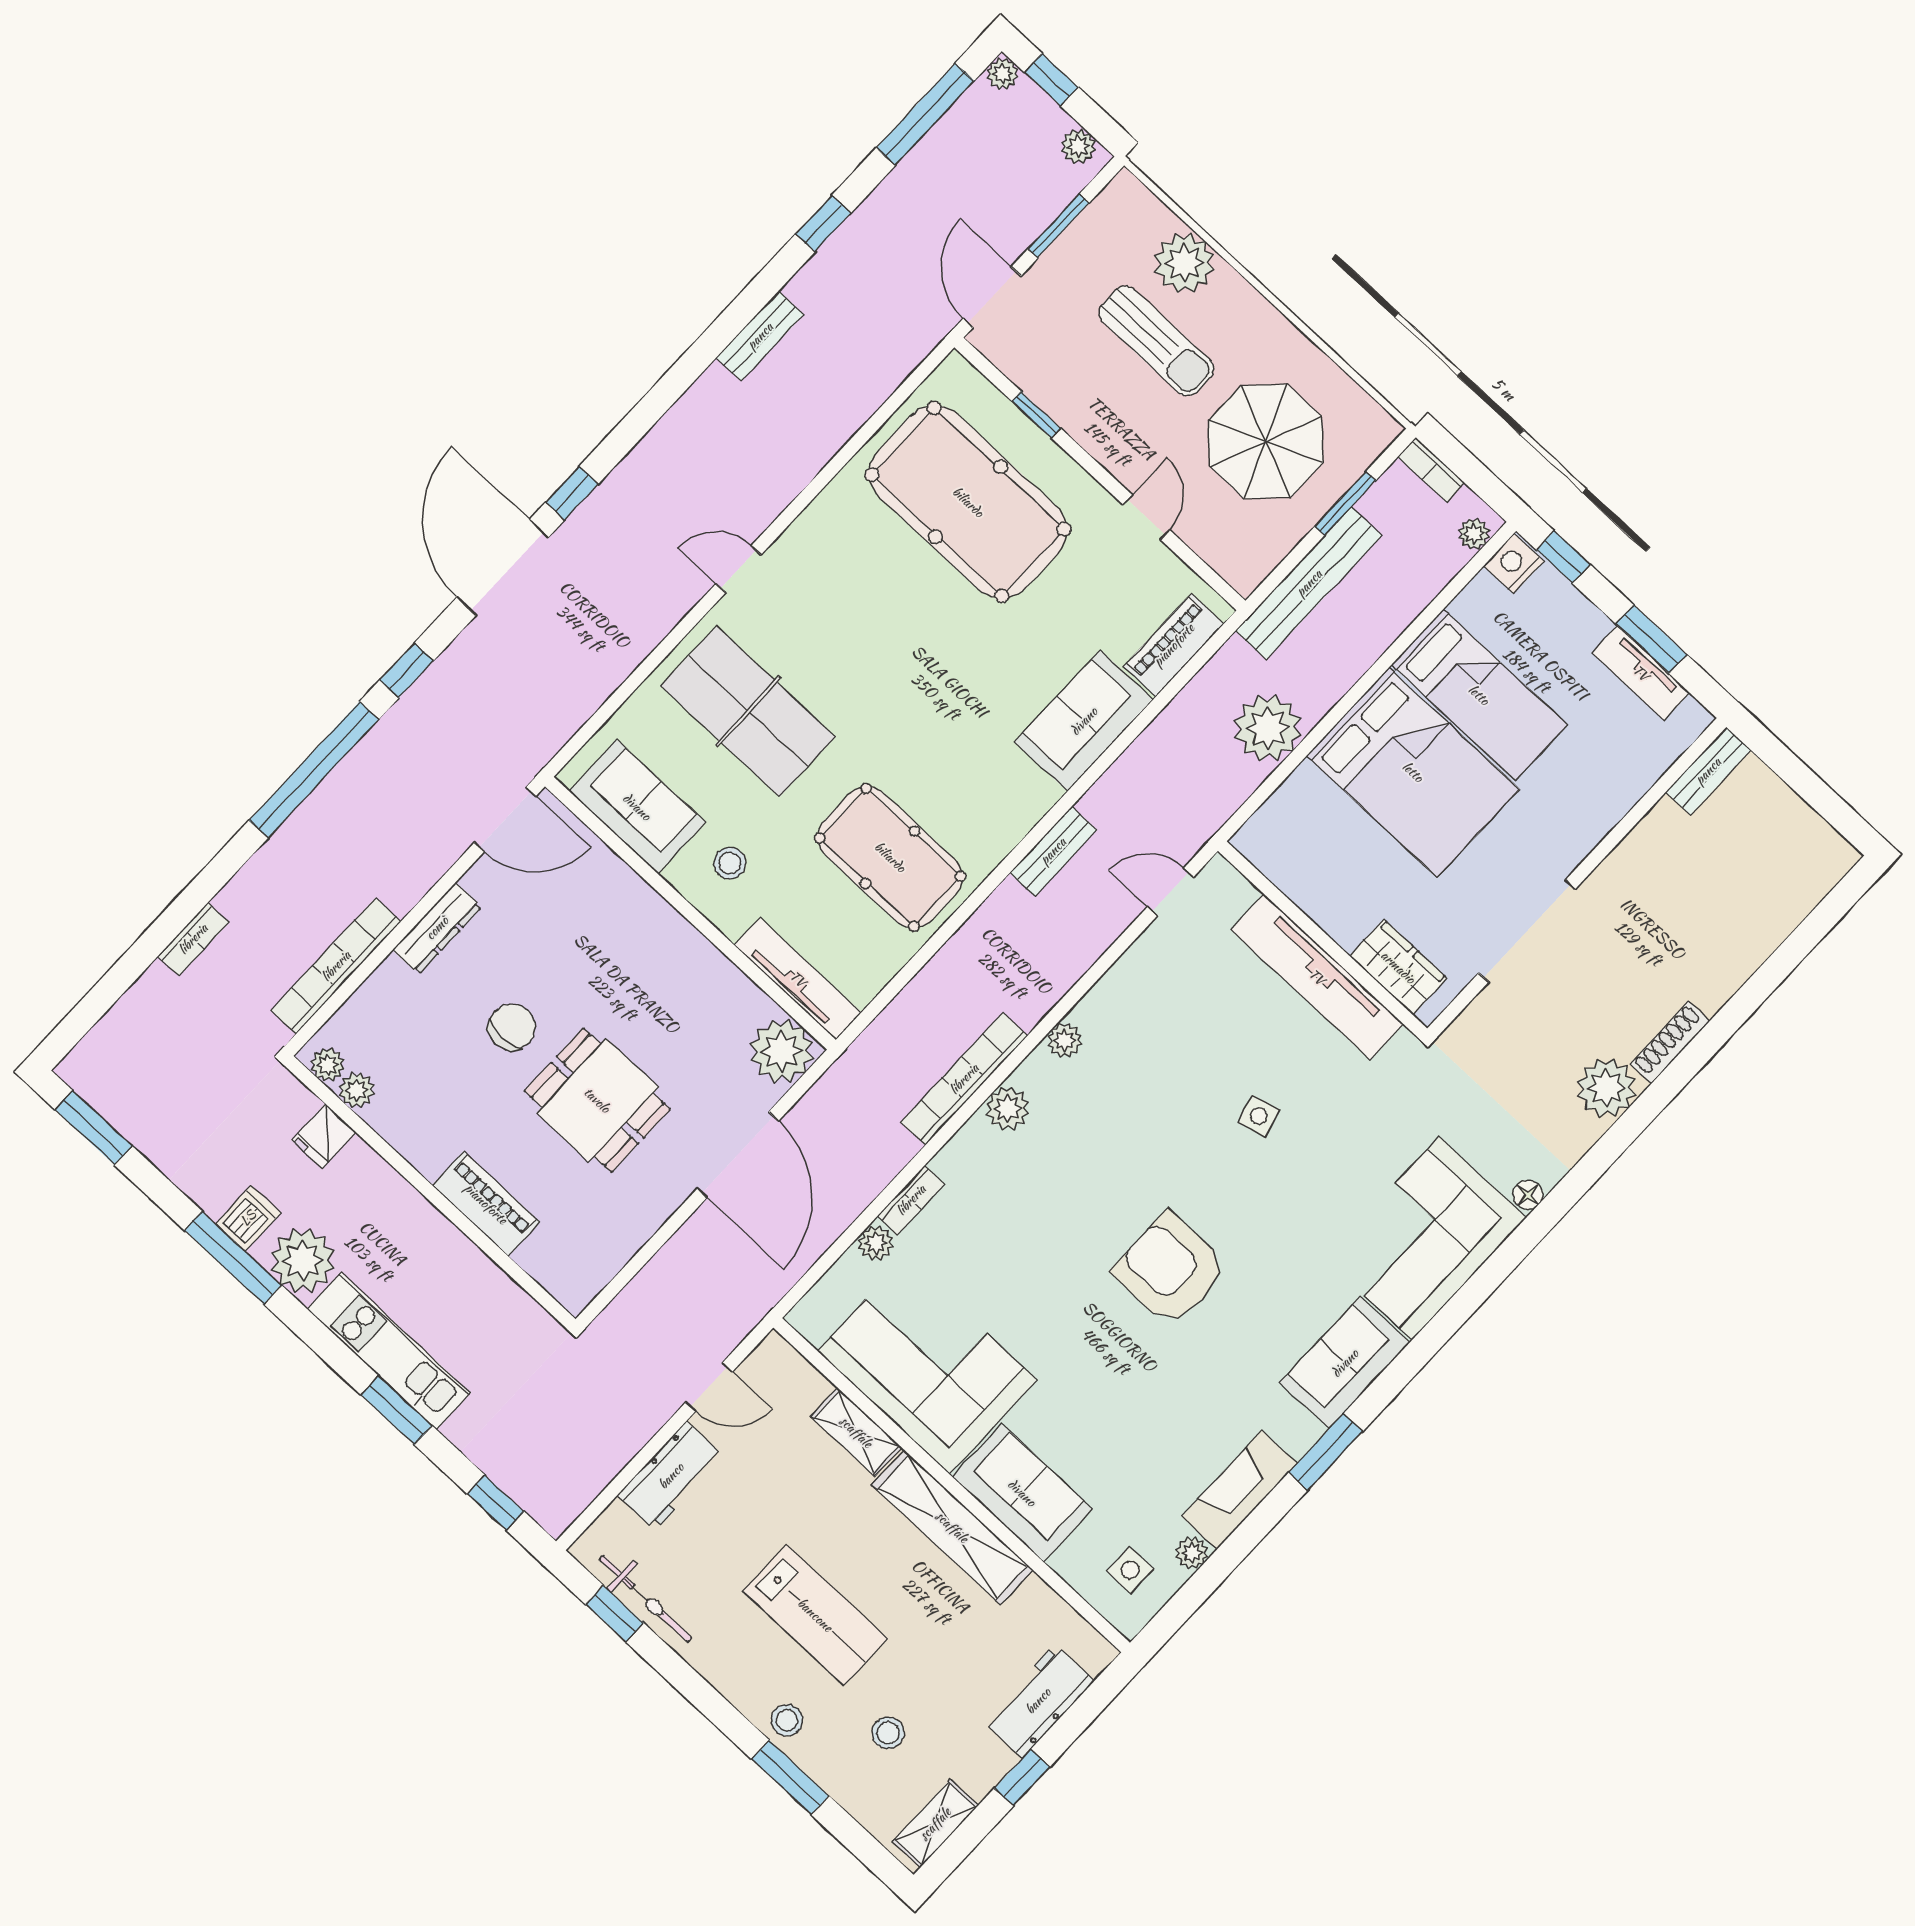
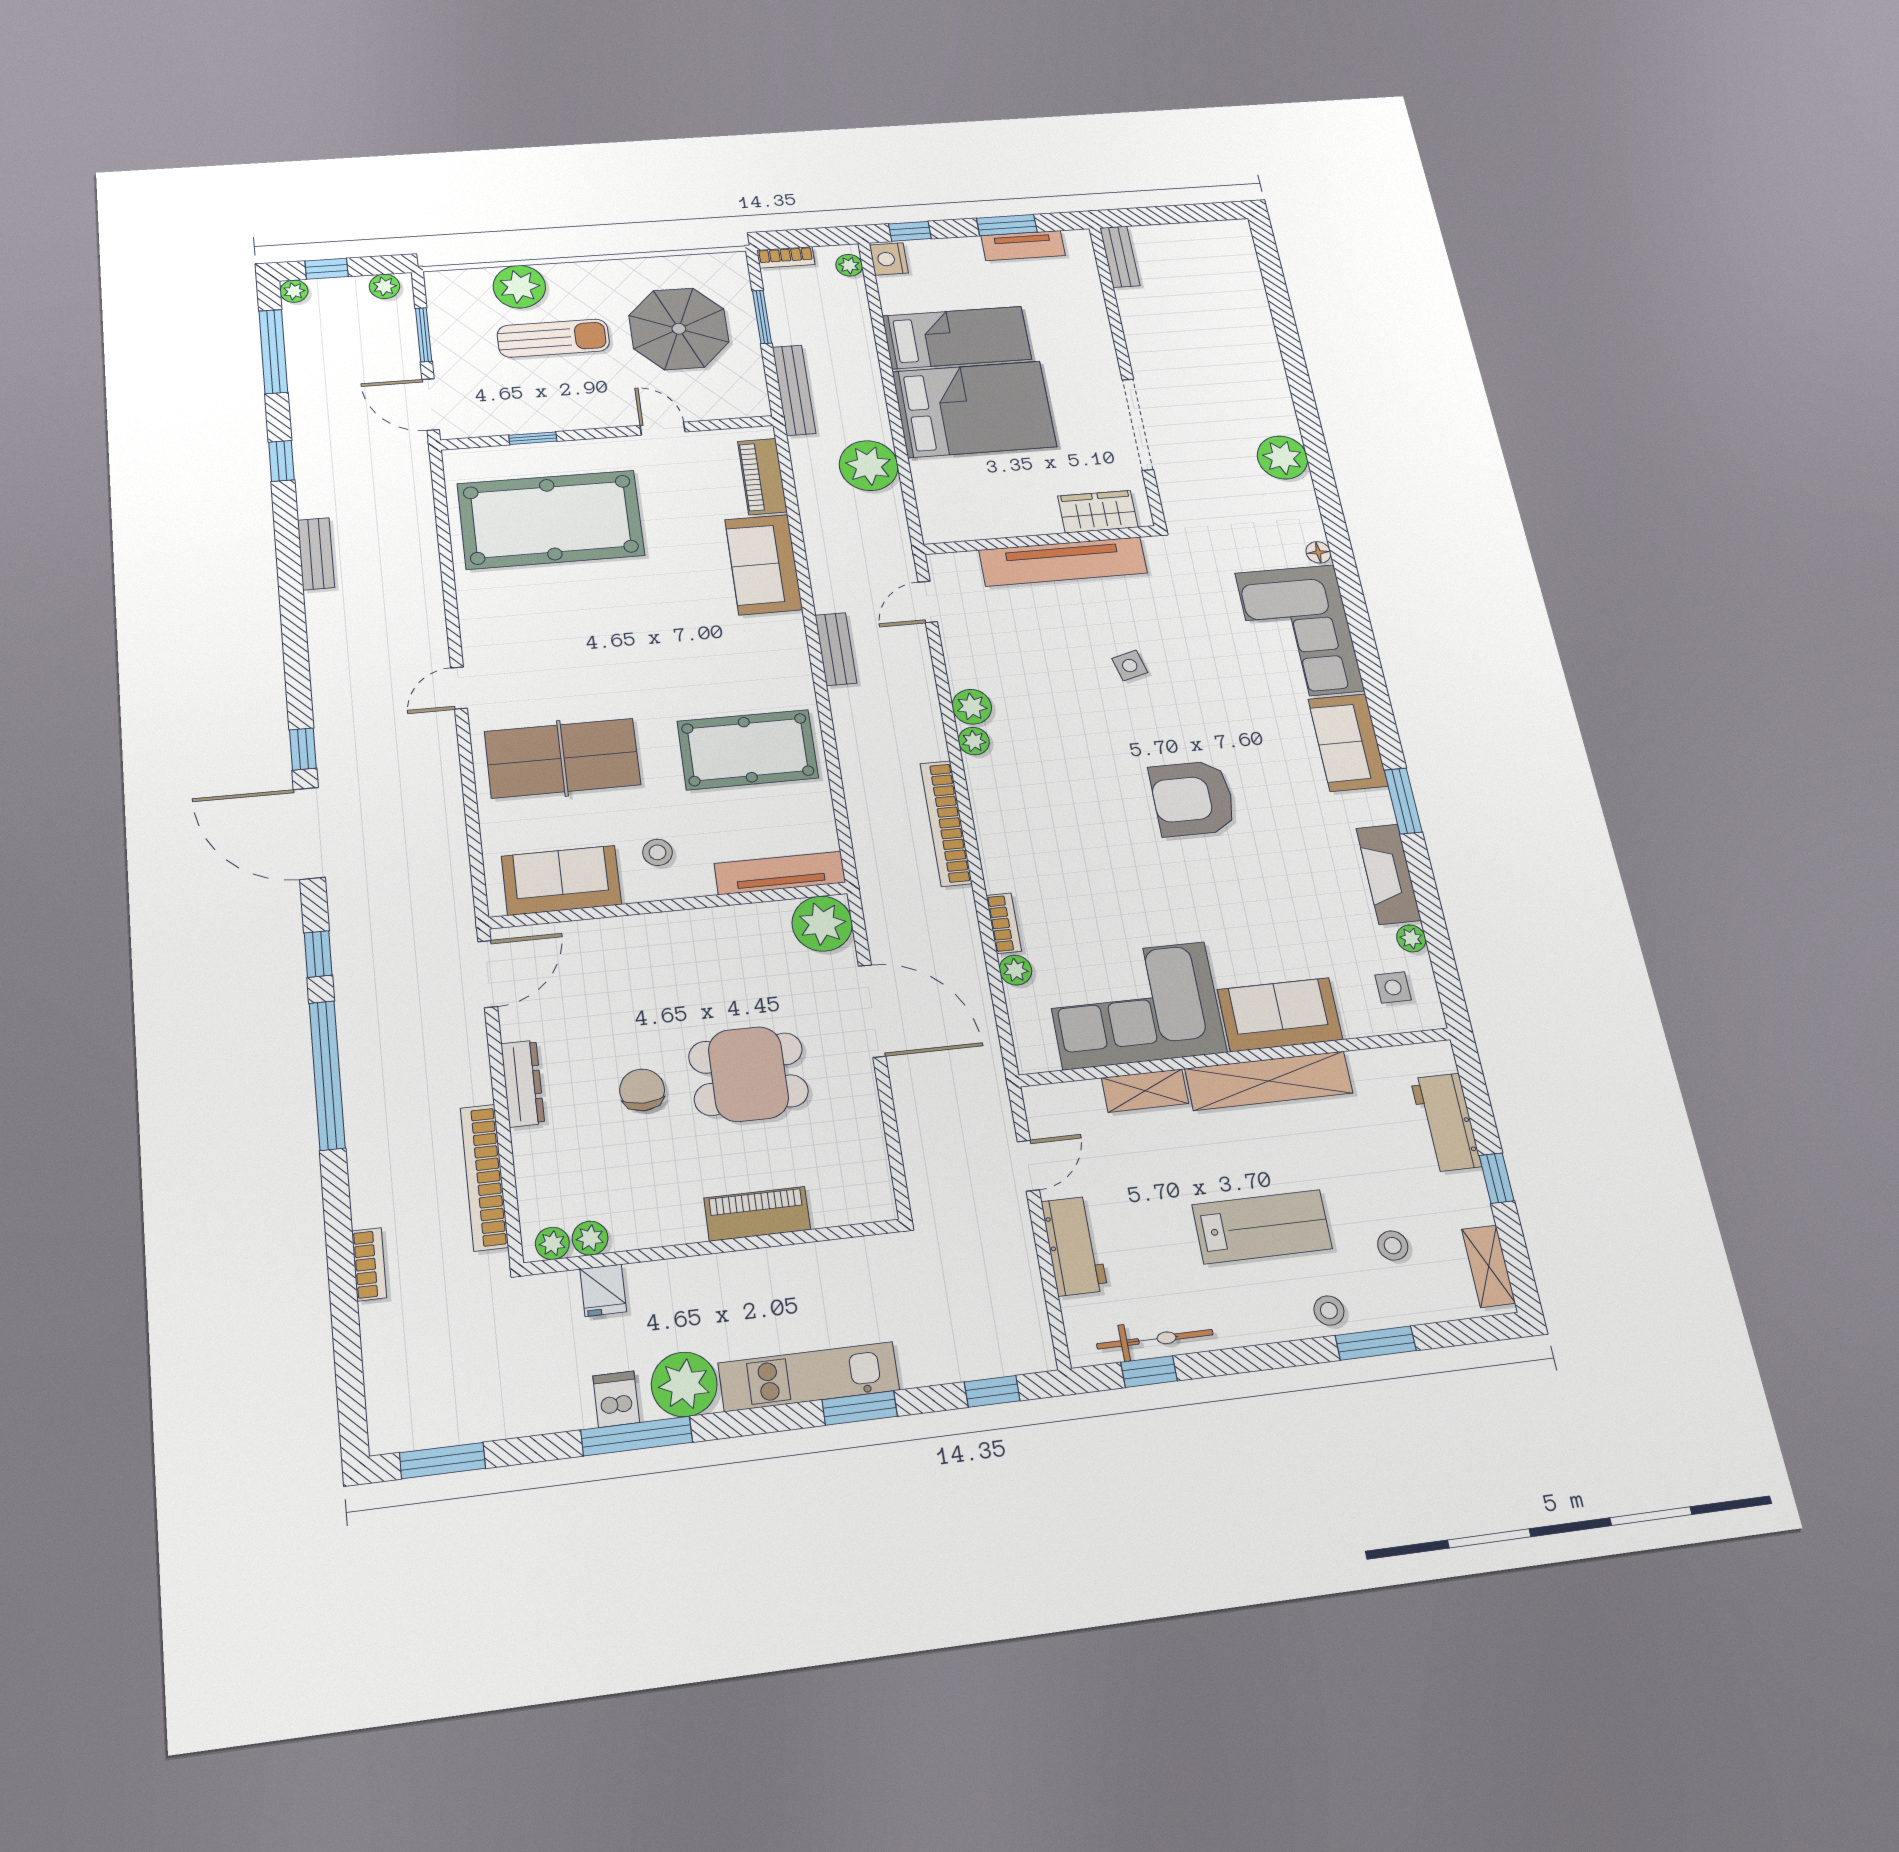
bench: (1309, 583) -> (794, 390), width x0.73, depth x0.82
shoe rack: (1670, 1042) -> (1282, 402), removed
plant: (1008, 1109) -> (972, 707), moved

